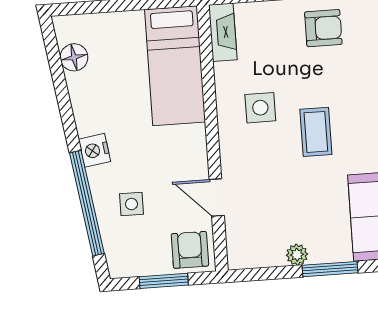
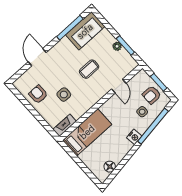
side table: (260, 108) -> (64, 95), moved
coffee table: (316, 132) -> (89, 69), moved
armchair: (190, 250) -> (152, 95), moved
window: (330, 269) -> (125, 45), moved

